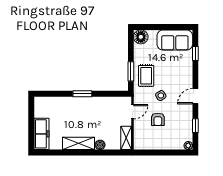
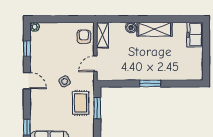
door: (195, 96) -> (27, 81), hinge flipped
armchair: (158, 119) -> (84, 37), moved
freezer: (41, 134) -> (195, 35), width x0.71

